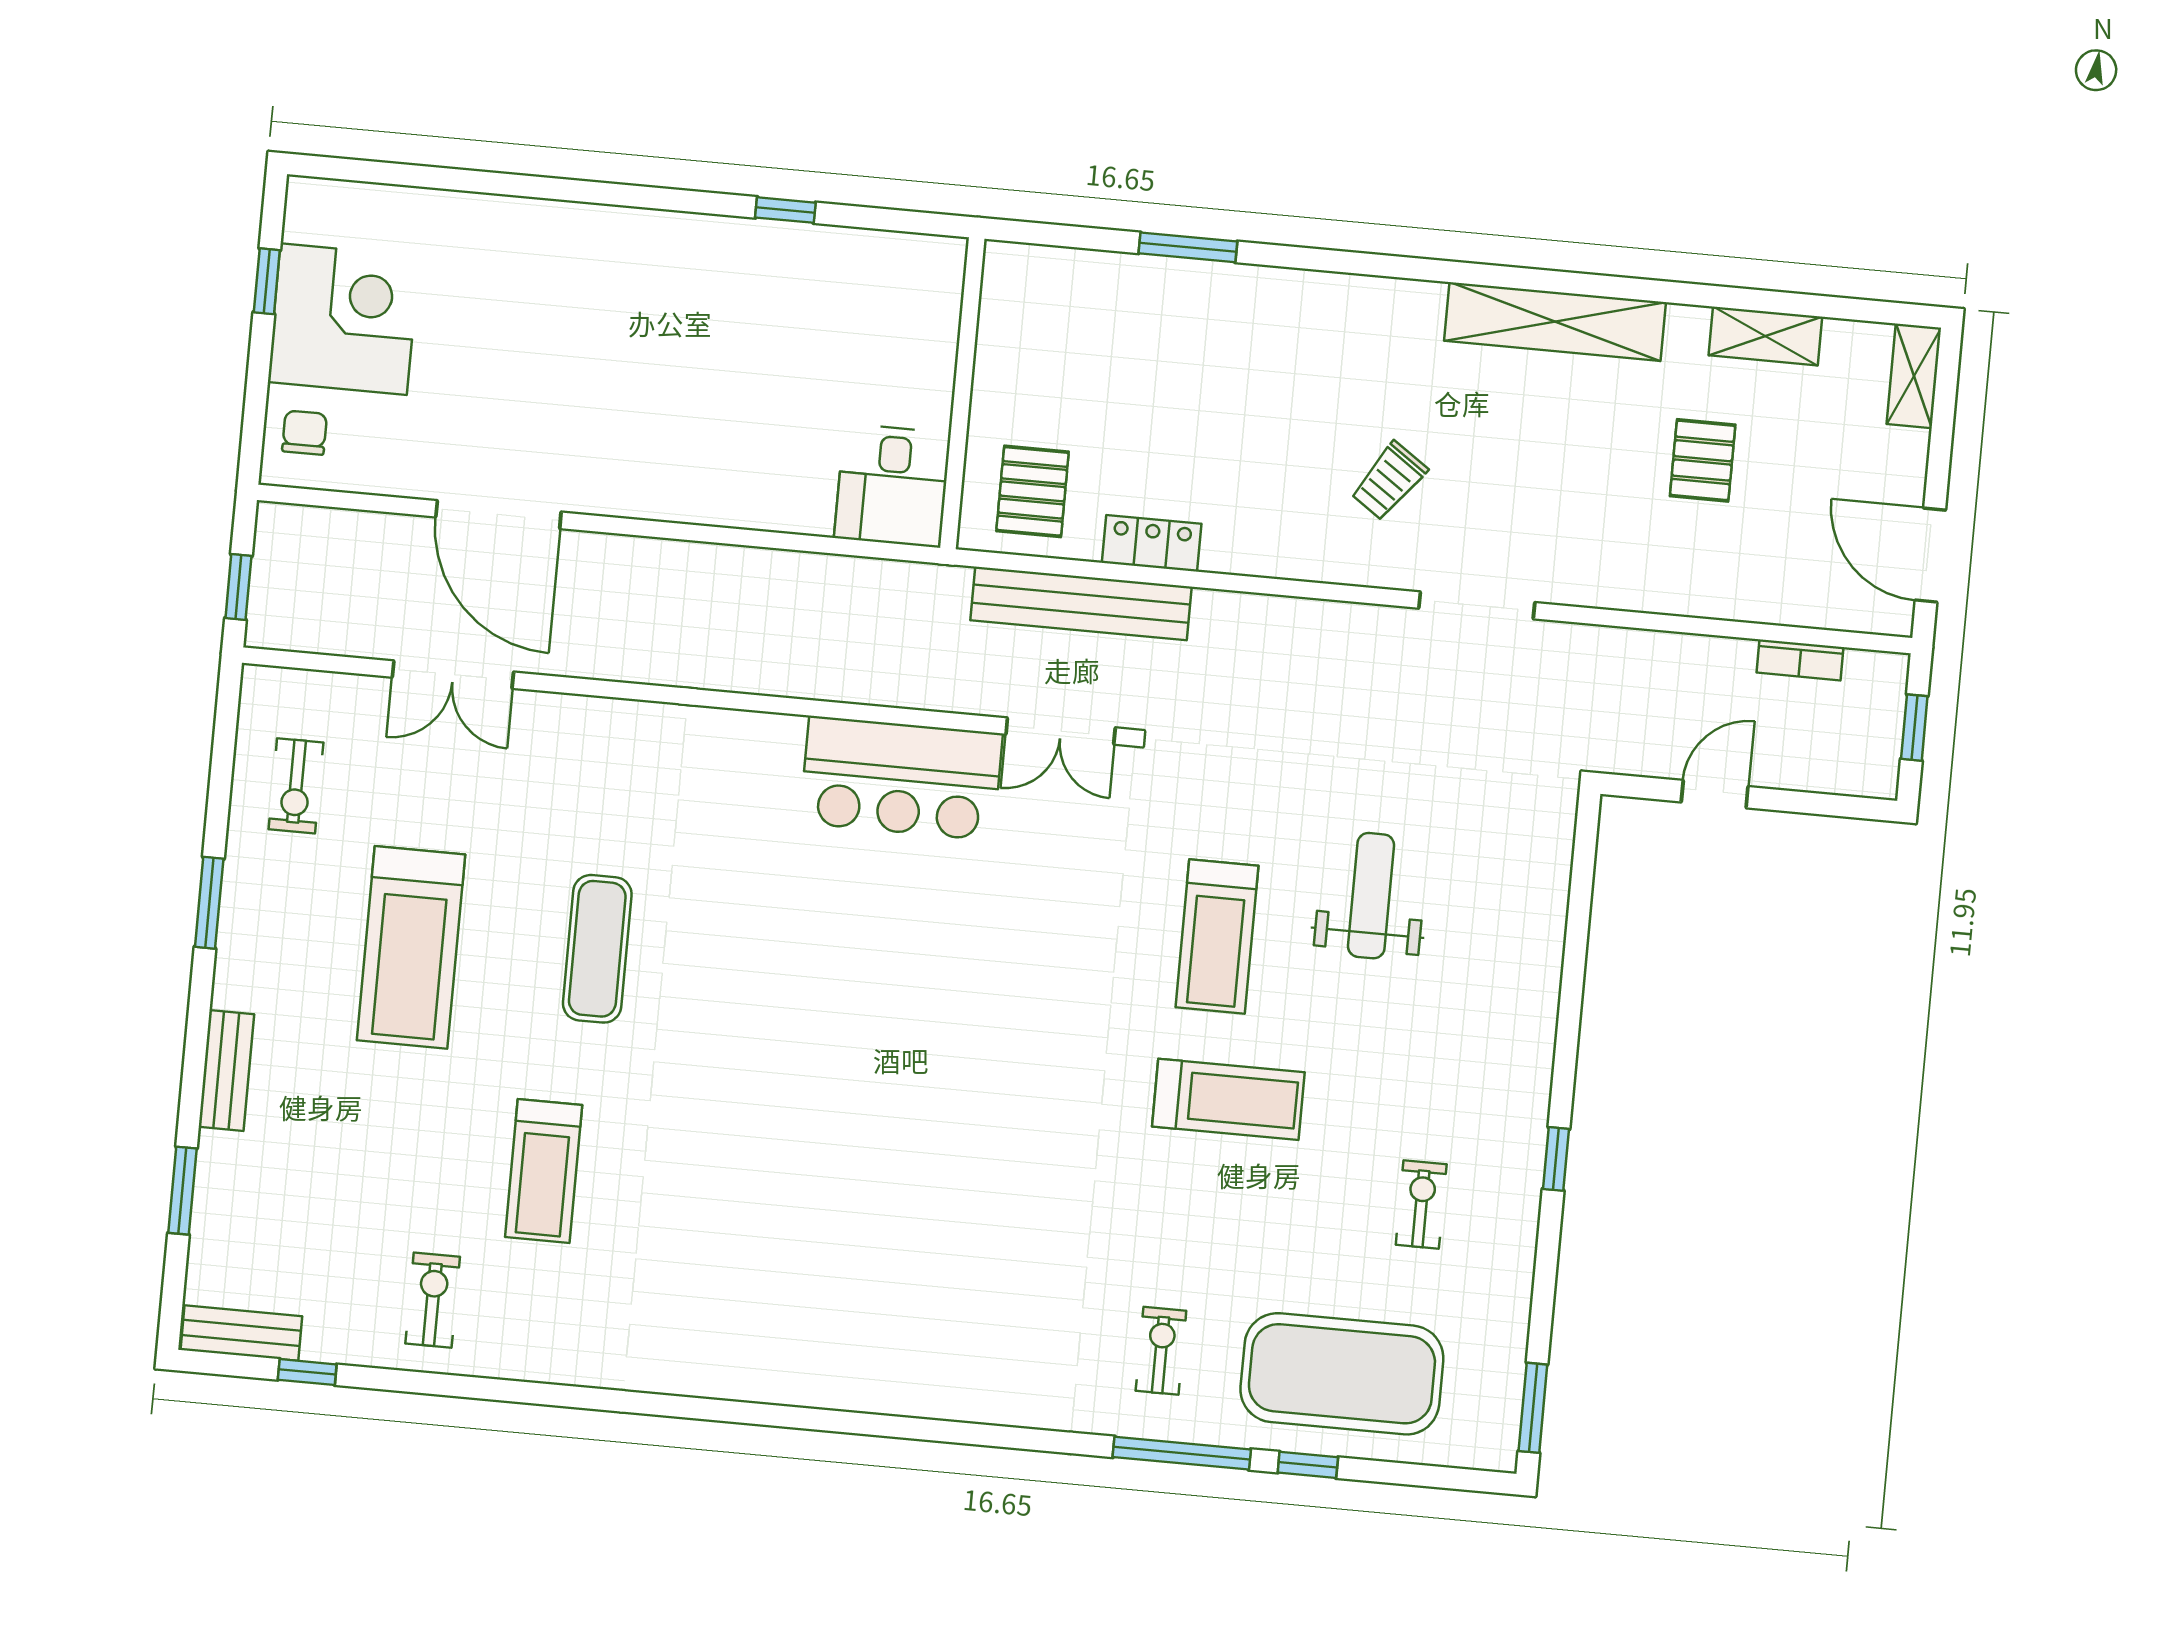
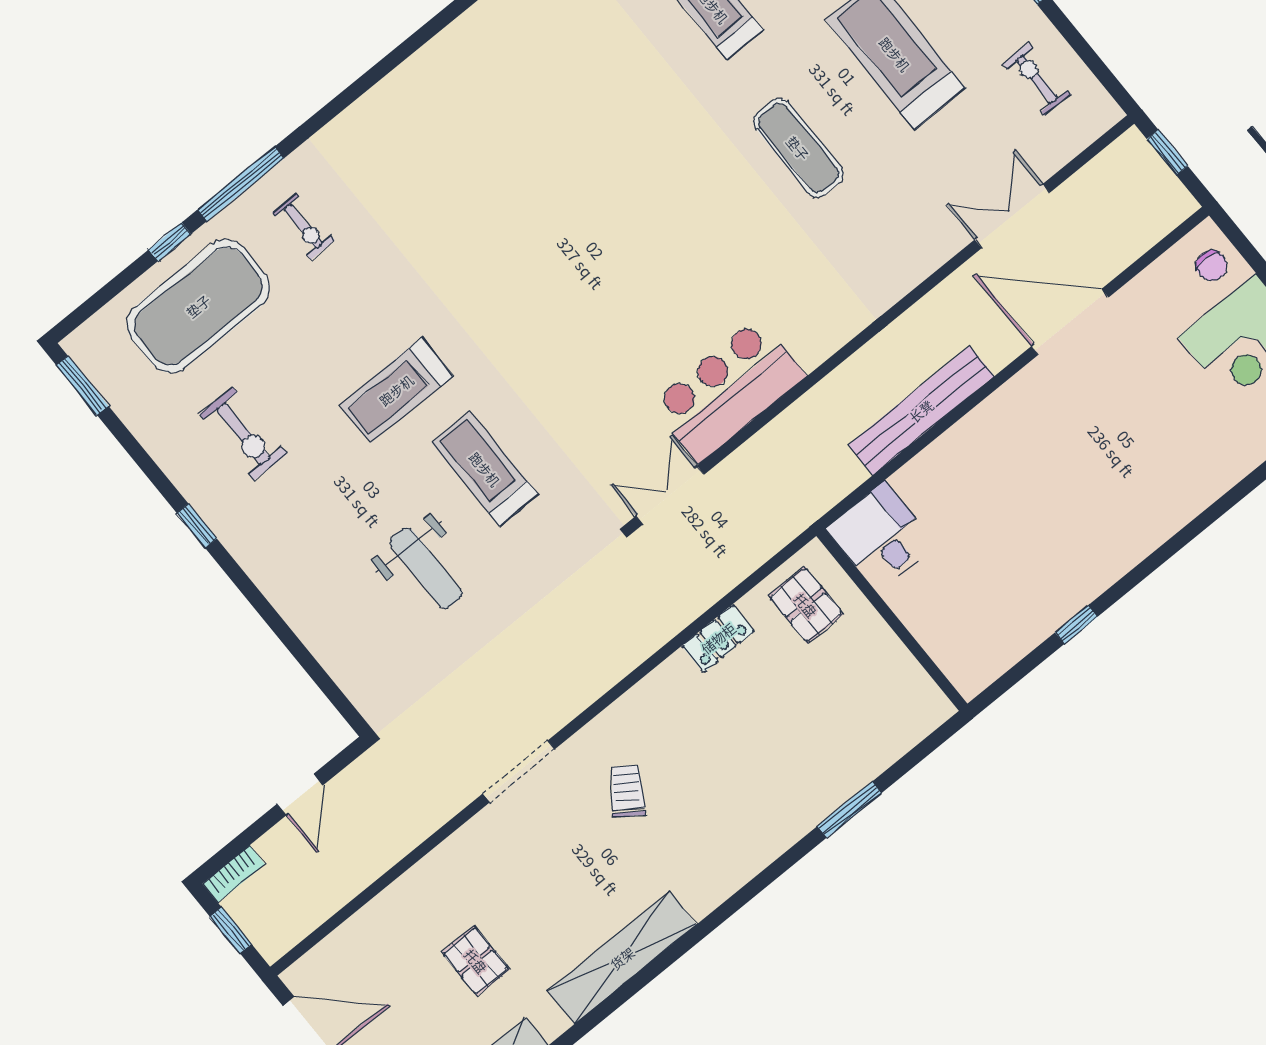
bench: (1081, 603) -> (921, 411), moved
bookcase: (1800, 660) -> (234, 874), moved, turned 180
exercise bike: (1421, 1204) -> (243, 434), width x1.38, depth x1.39

